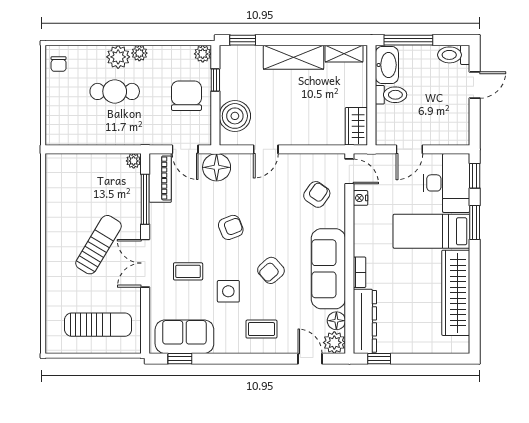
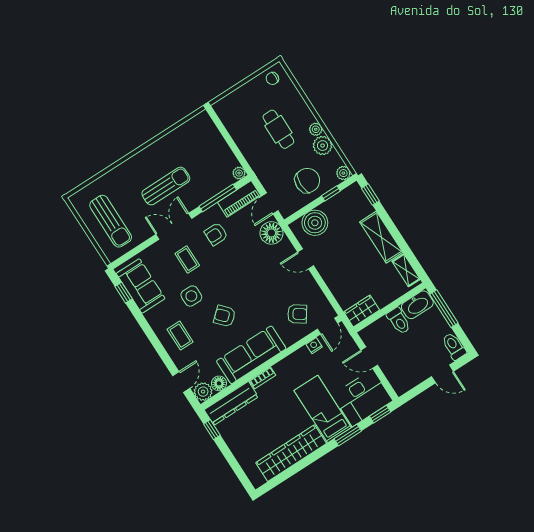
plant: (118, 57) -> (323, 146), moved
armchair: (231, 227) -> (216, 234), moved, turned 111
sun lounger: (99, 245) -> (166, 186), turned -31

